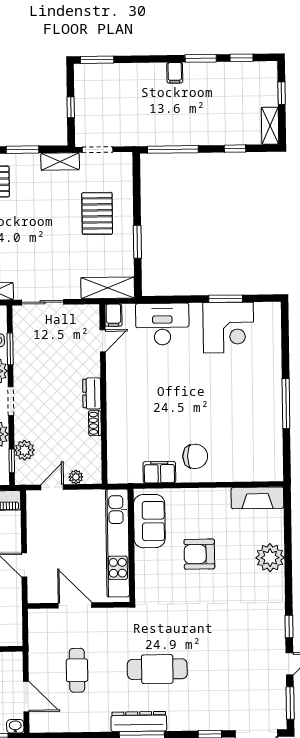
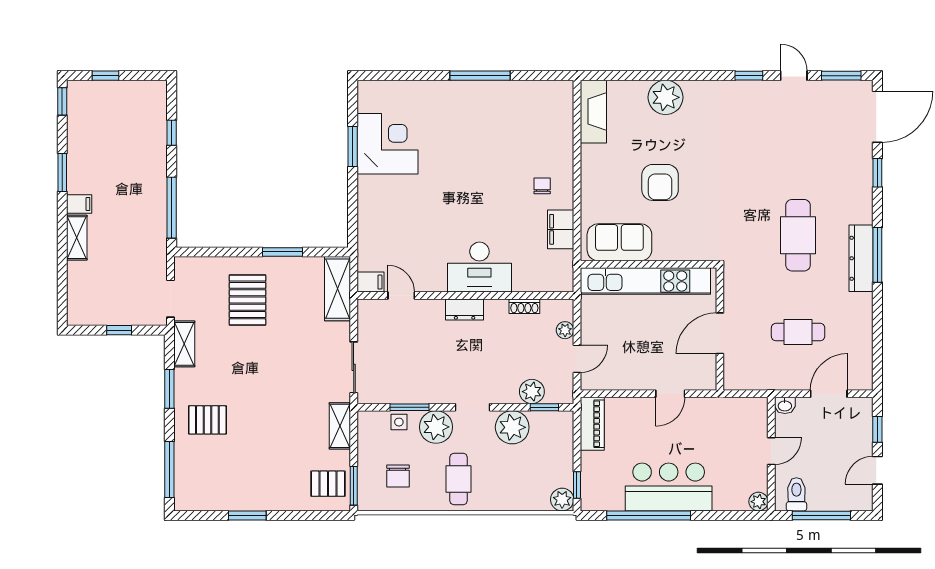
window: (242, 58) -> (62, 101), moved
window: (97, 60) -> (62, 297), removed
shelving: (270, 126) -> (77, 238), moved, turned 90
pallet: (97, 213) -> (248, 300), turned 90
desk: (162, 324) -> (479, 267), moved, turned -90
shoe rack: (95, 423) -> (524, 306), moved
chair: (195, 456) -> (542, 186), width x0.54, depth x0.54
door: (52, 487) -> (577, 359), swing flipped
washbasin: (15, 726) -> (785, 405), moved, turned -90

